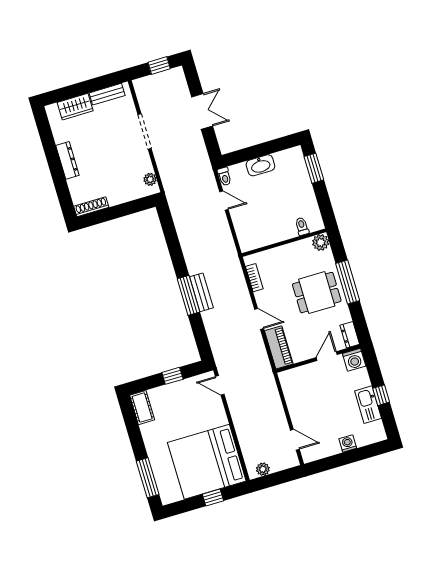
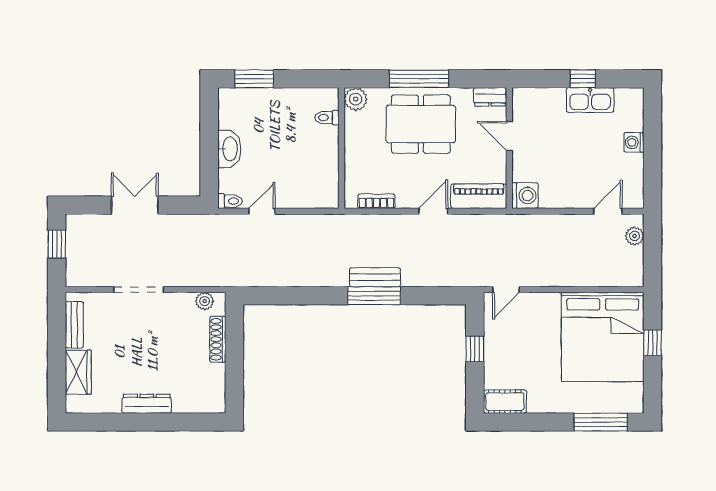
shoe rack: (91, 207) -> (218, 339), moved
dining table: (317, 293) -> (421, 124), width x1.37
washing machine: (354, 360) -> (525, 196), moved
plant: (263, 469) -> (635, 236), moved

